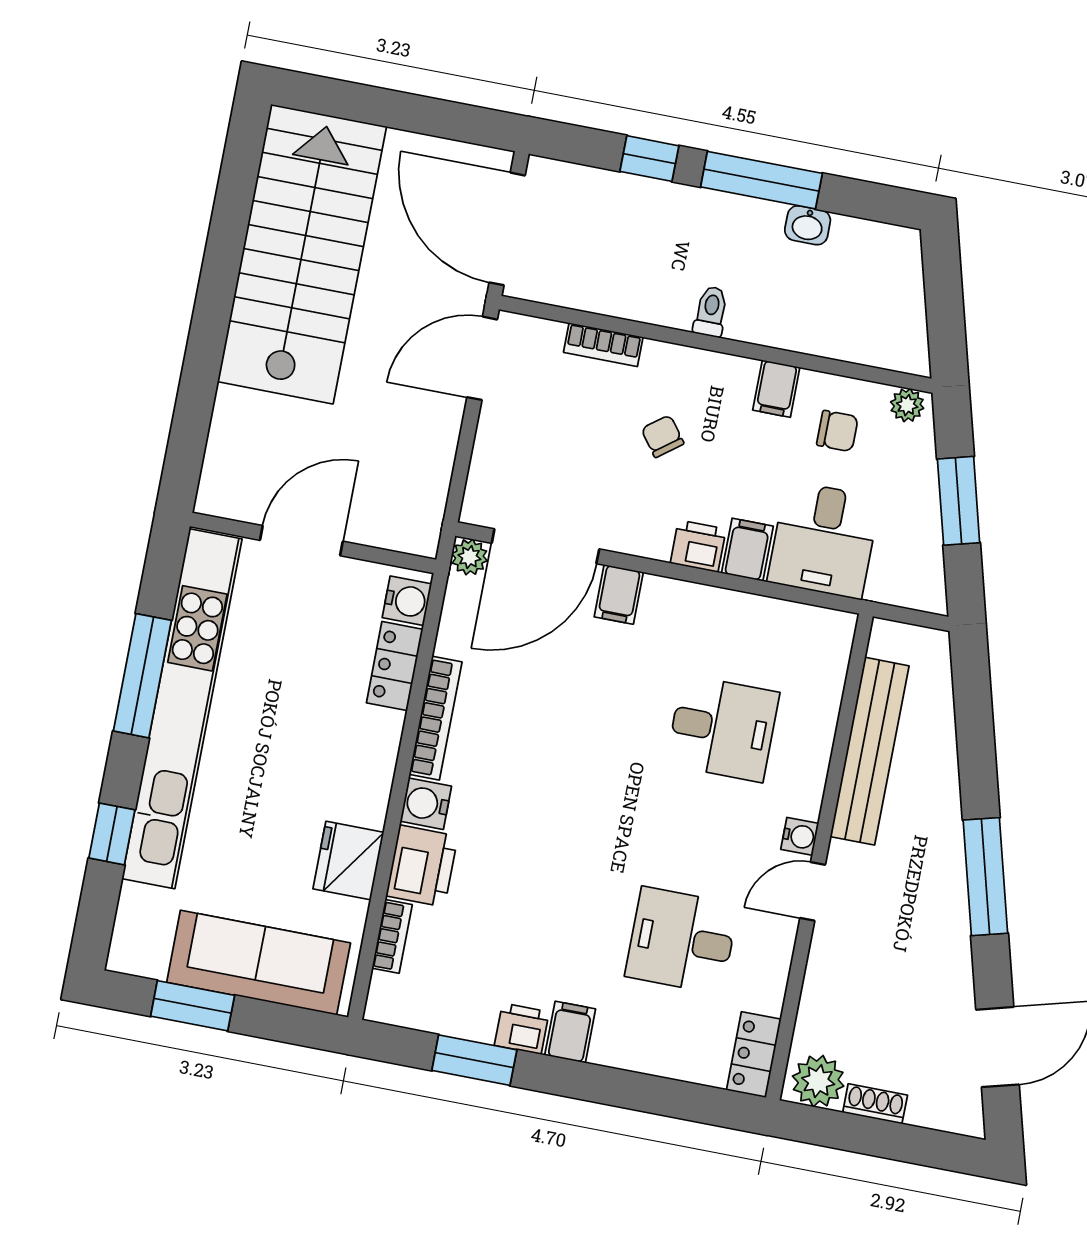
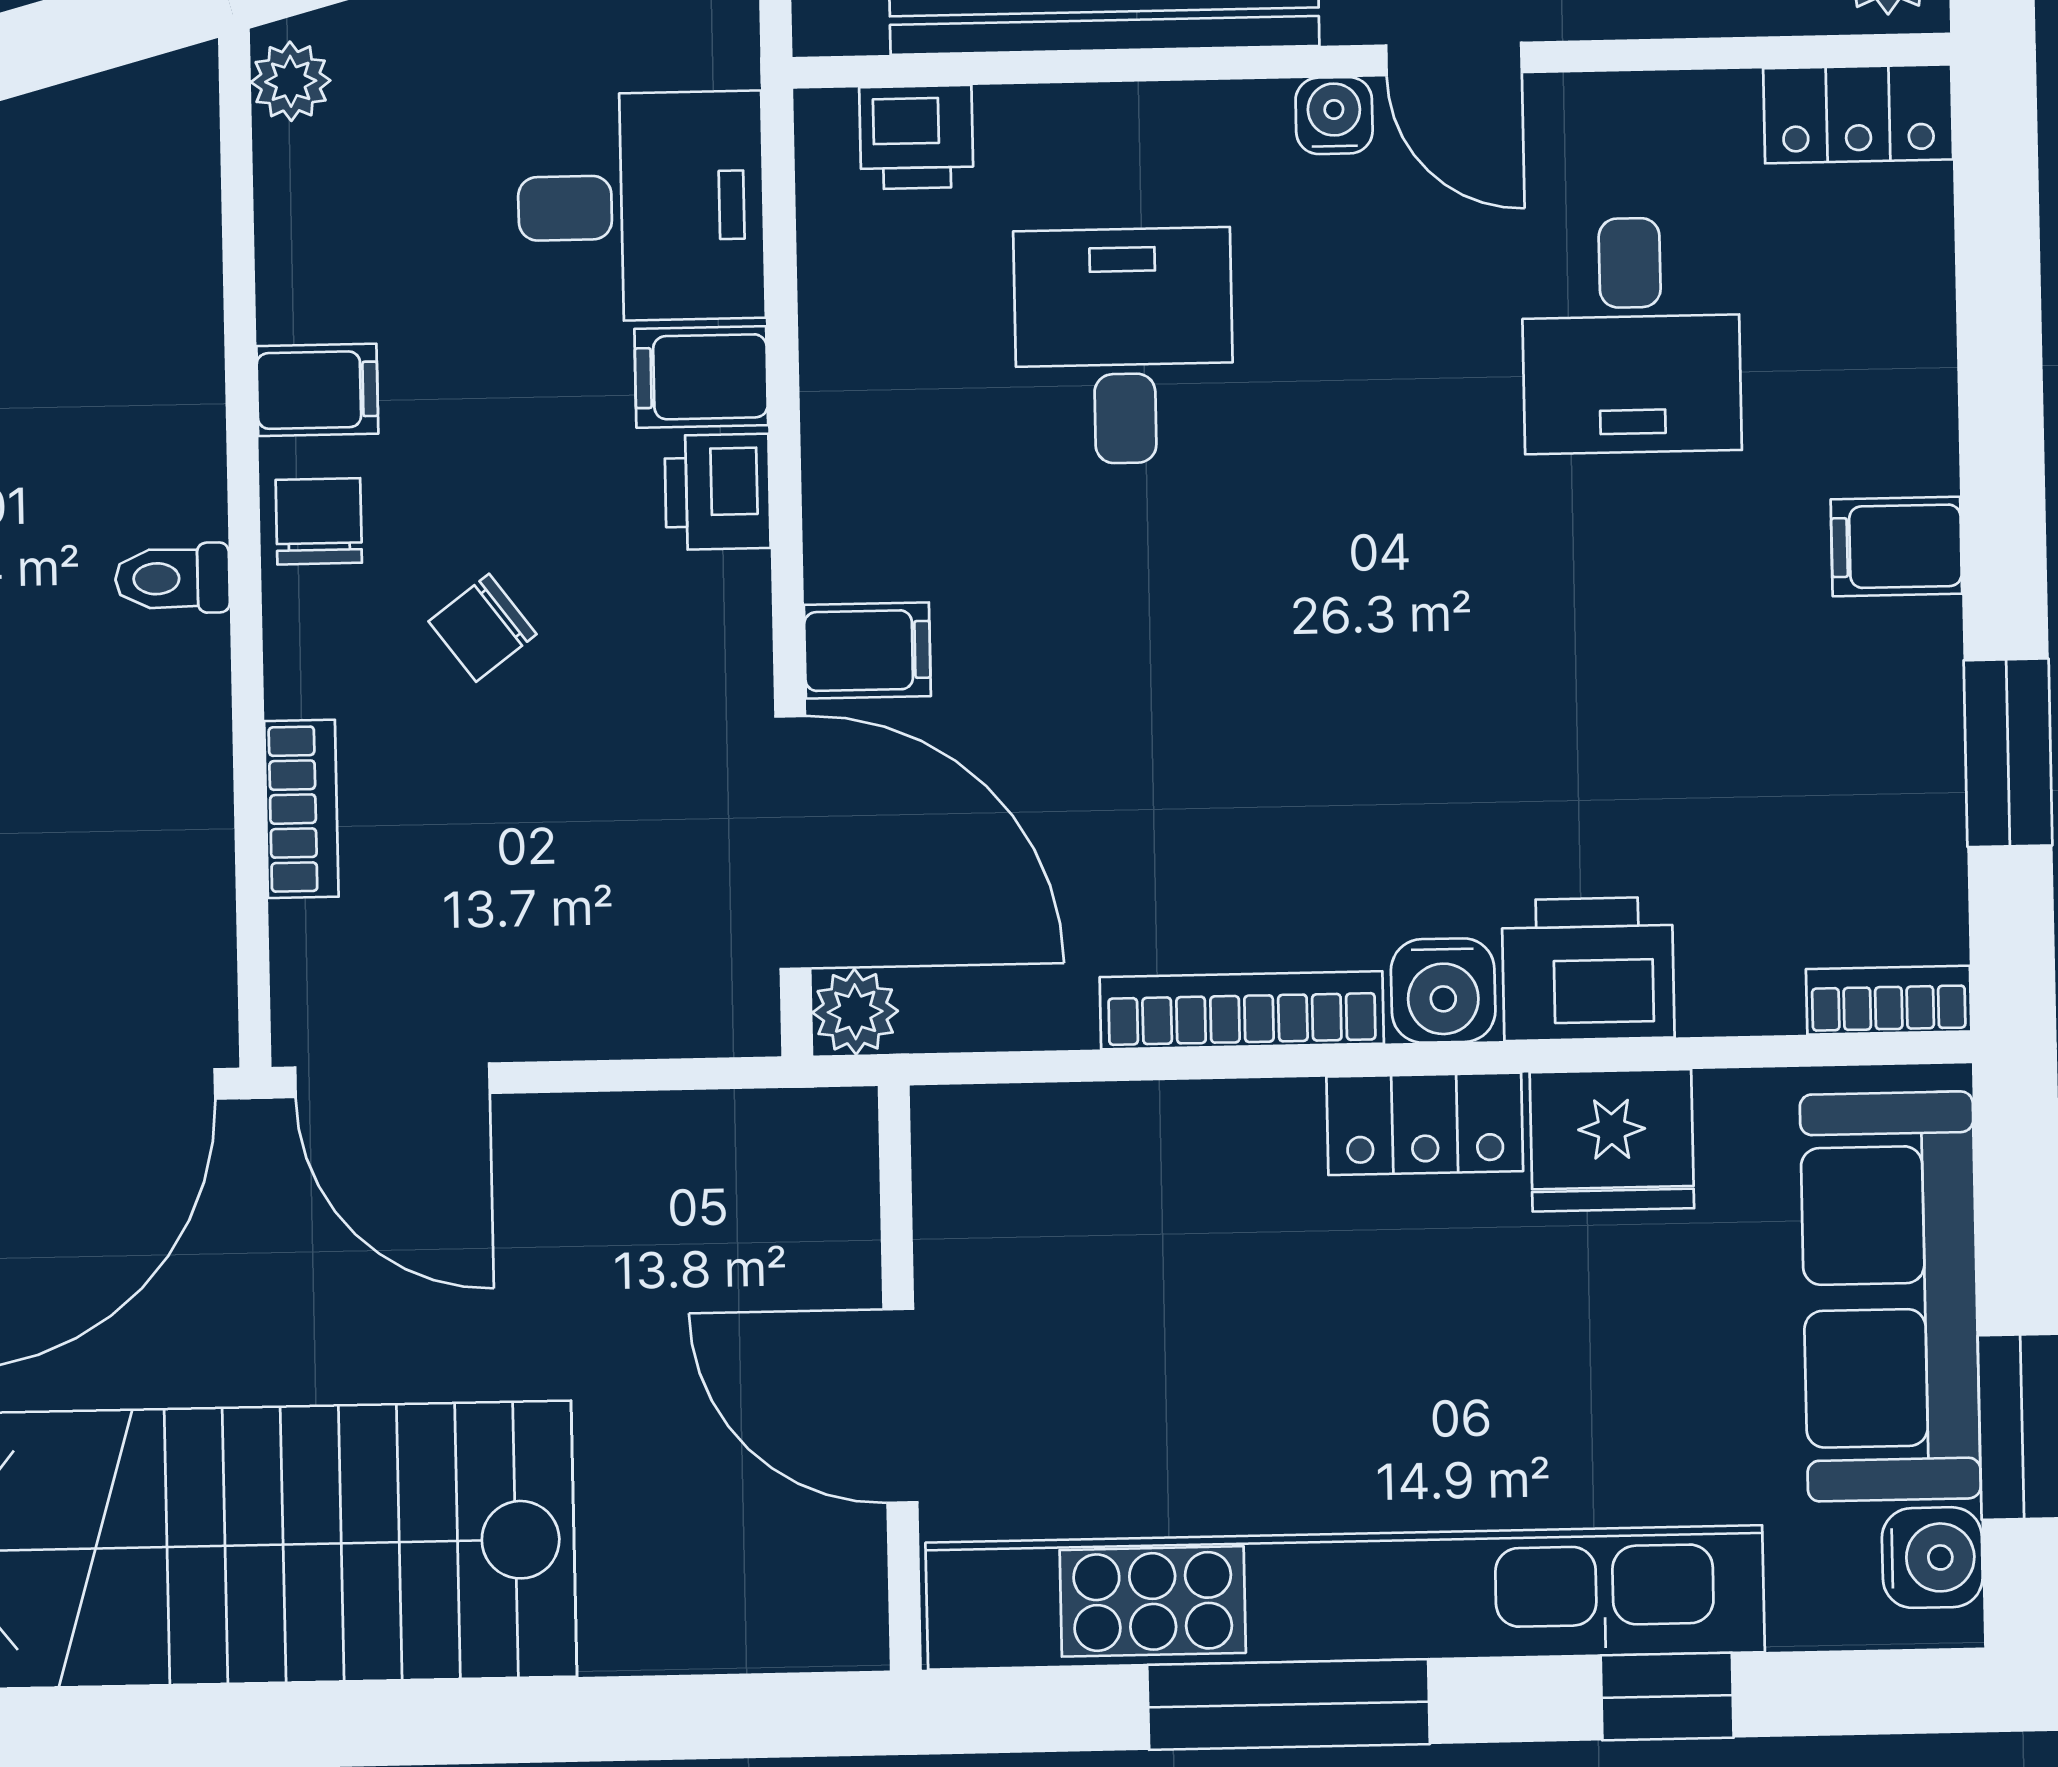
chair: (837, 431) -> (319, 521), moved
water cooler: (407, 601) -> (1932, 1558), moved, turned 90
locker: (395, 666) -> (1425, 1124), moved
bookcase: (392, 936) -> (1889, 1000), moved
printer: (522, 1029) -> (916, 137), moved, turned -90

